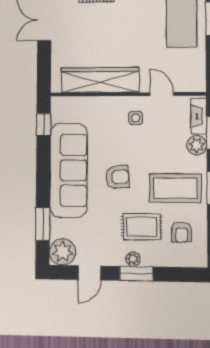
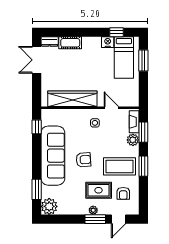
door: (89, 273) -> (119, 219), moved

